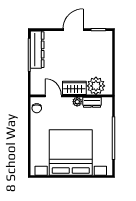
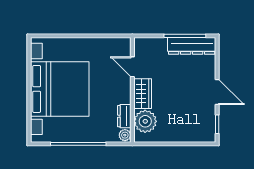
door: (53, 96) -> (132, 67), swing flipped
plant: (77, 102) -> (125, 135), moved
chair: (37, 108) -> (117, 45), removed

